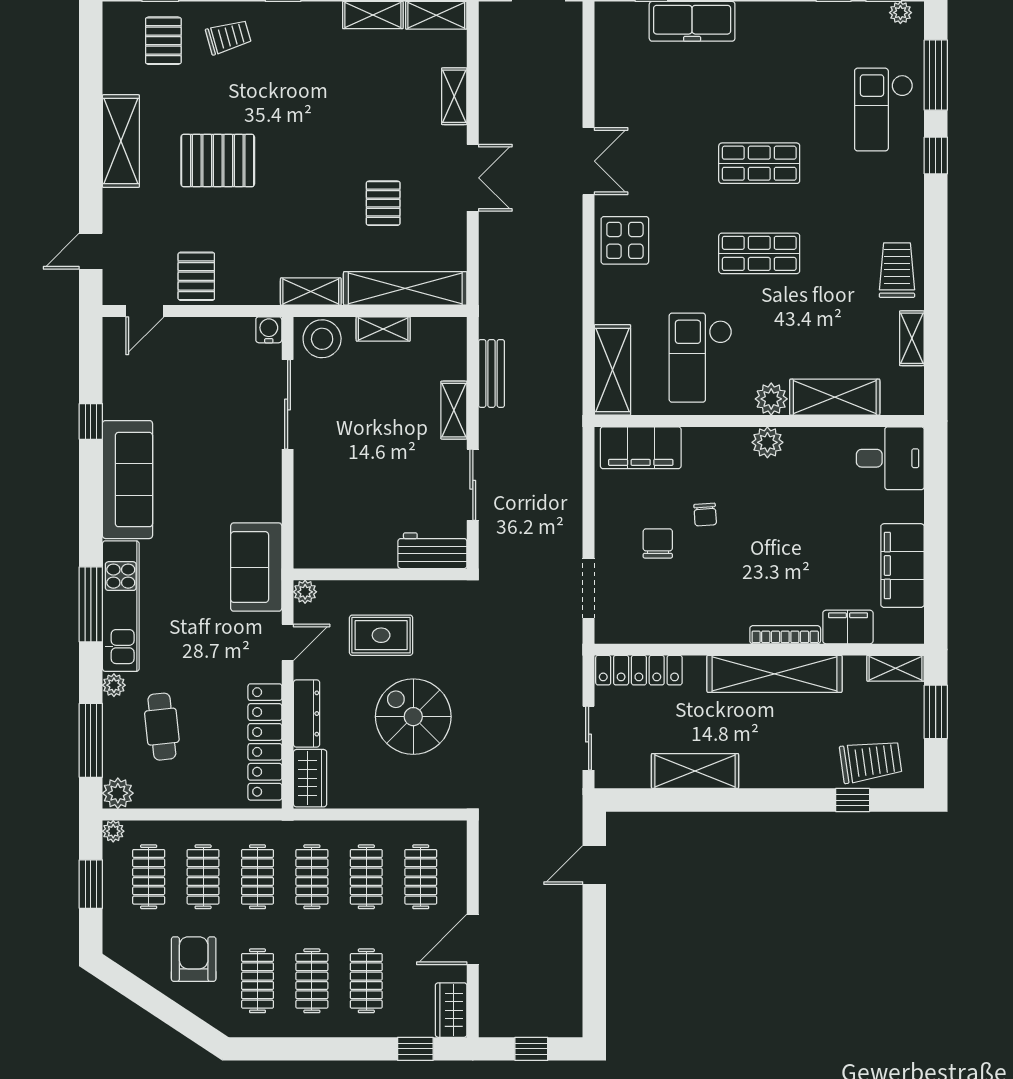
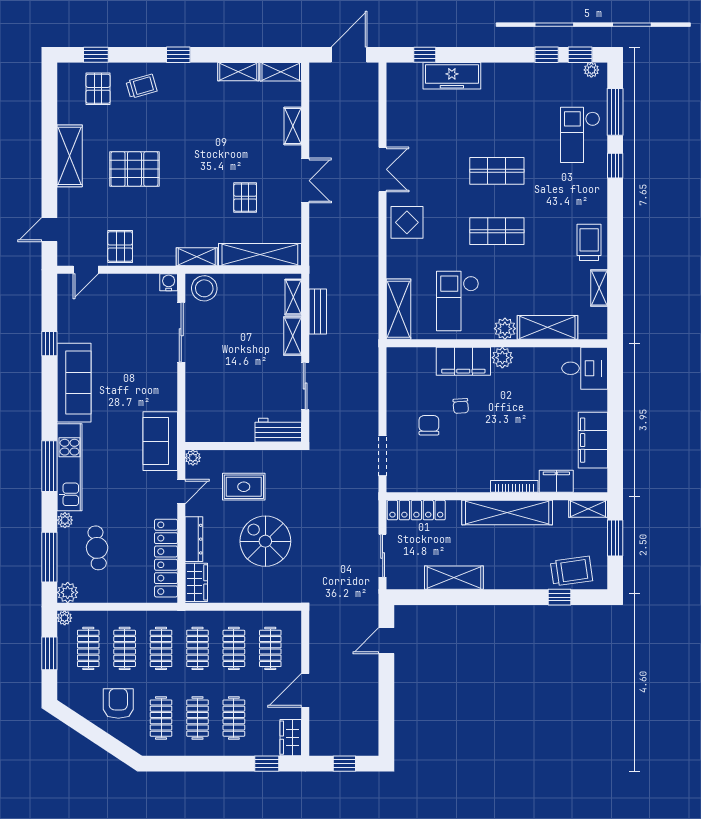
shelving: (383, 329) -> (293, 297), moved, turned 90
filing cabinet: (641, 448) -> (463, 361), moved

